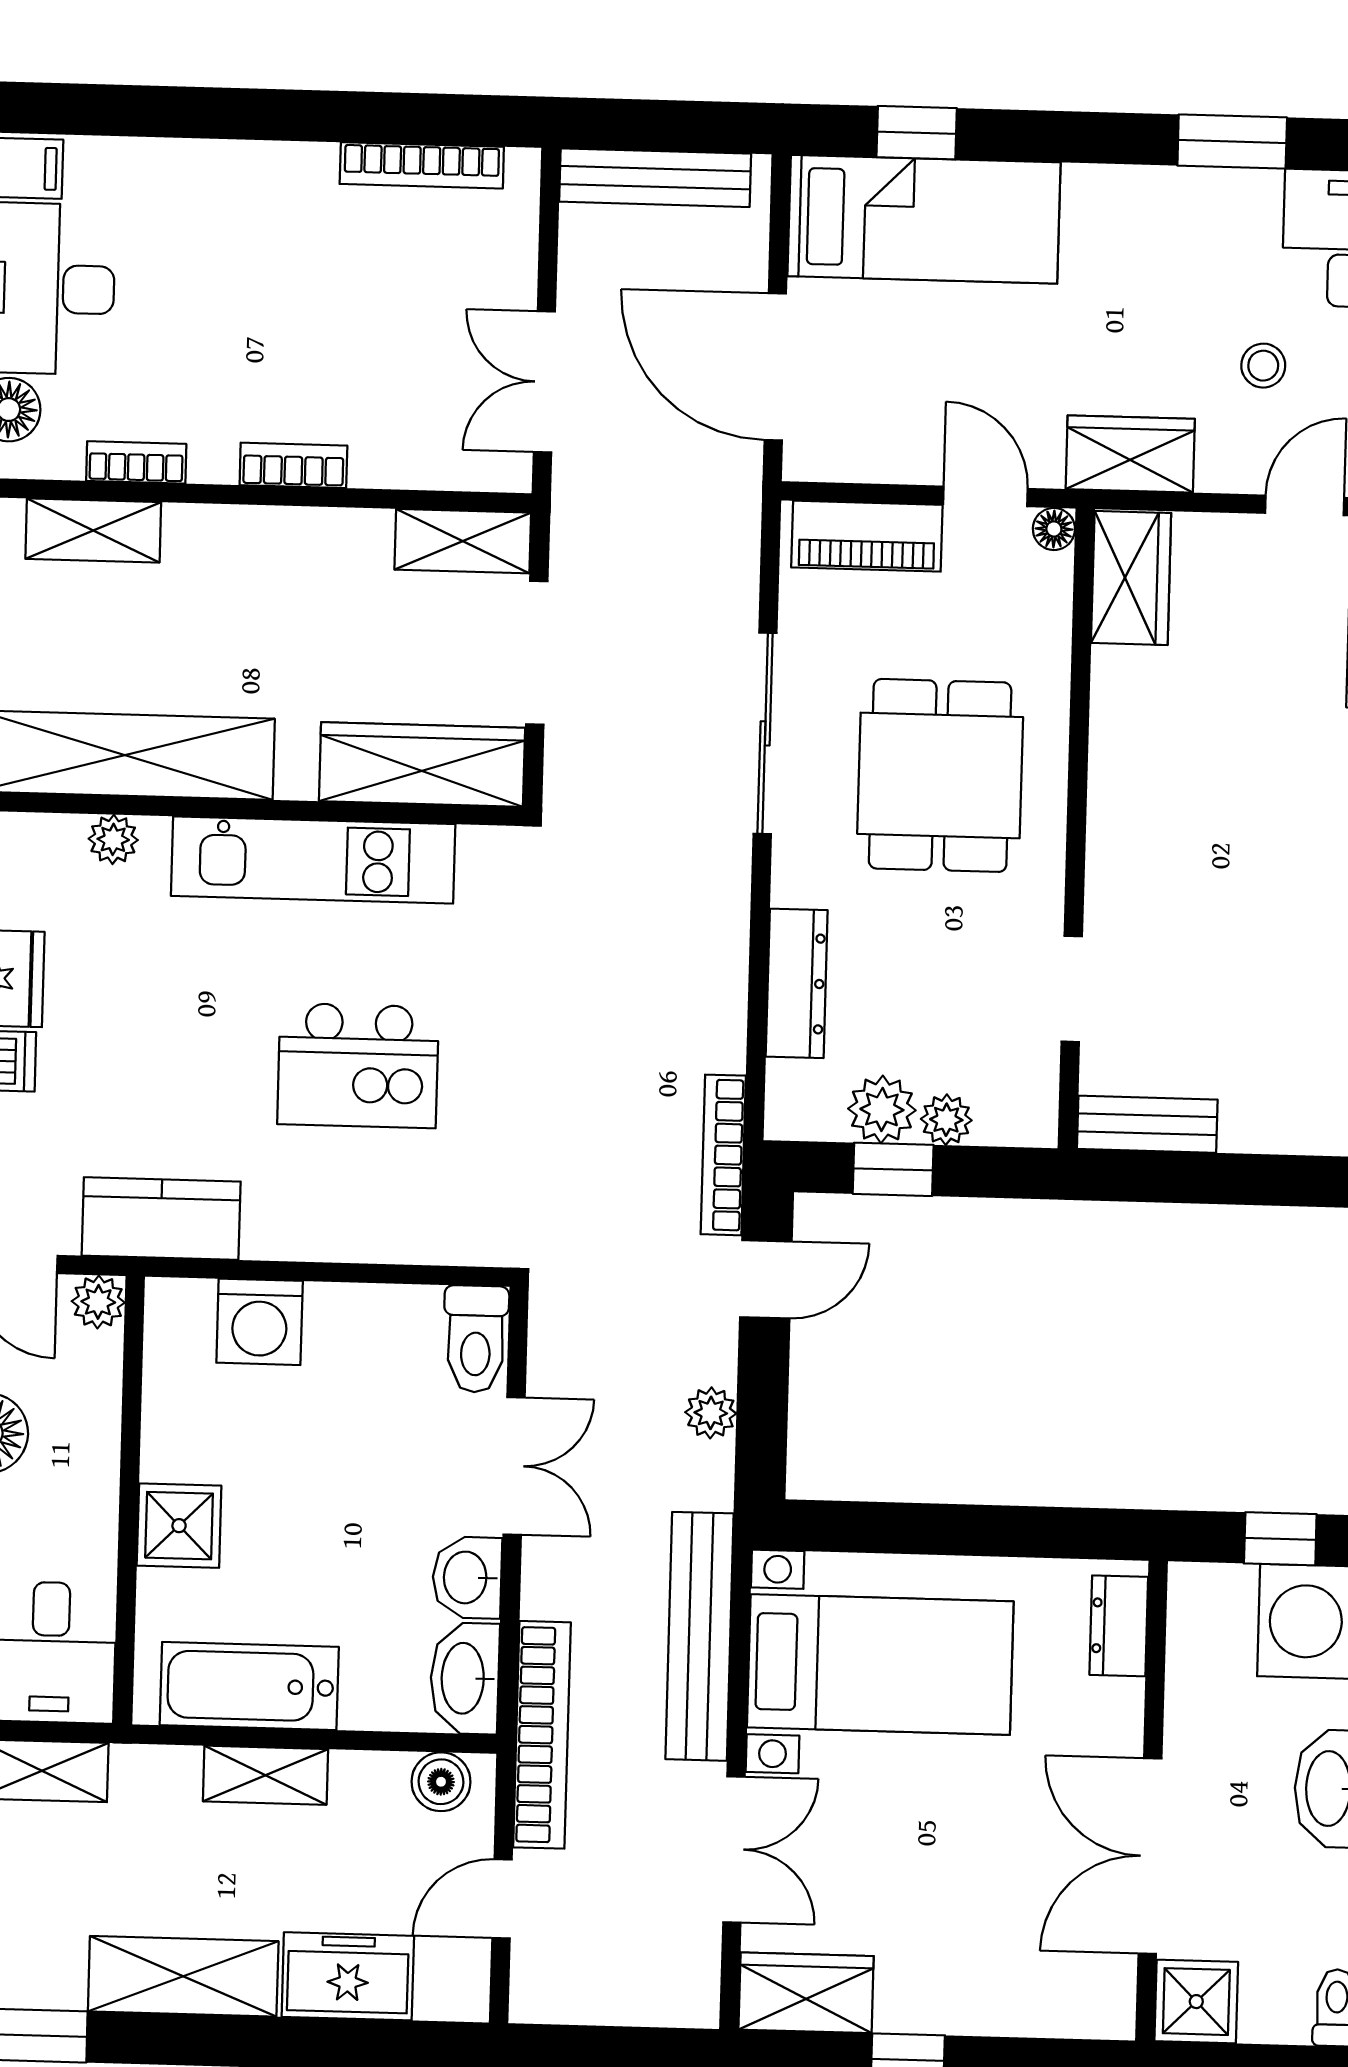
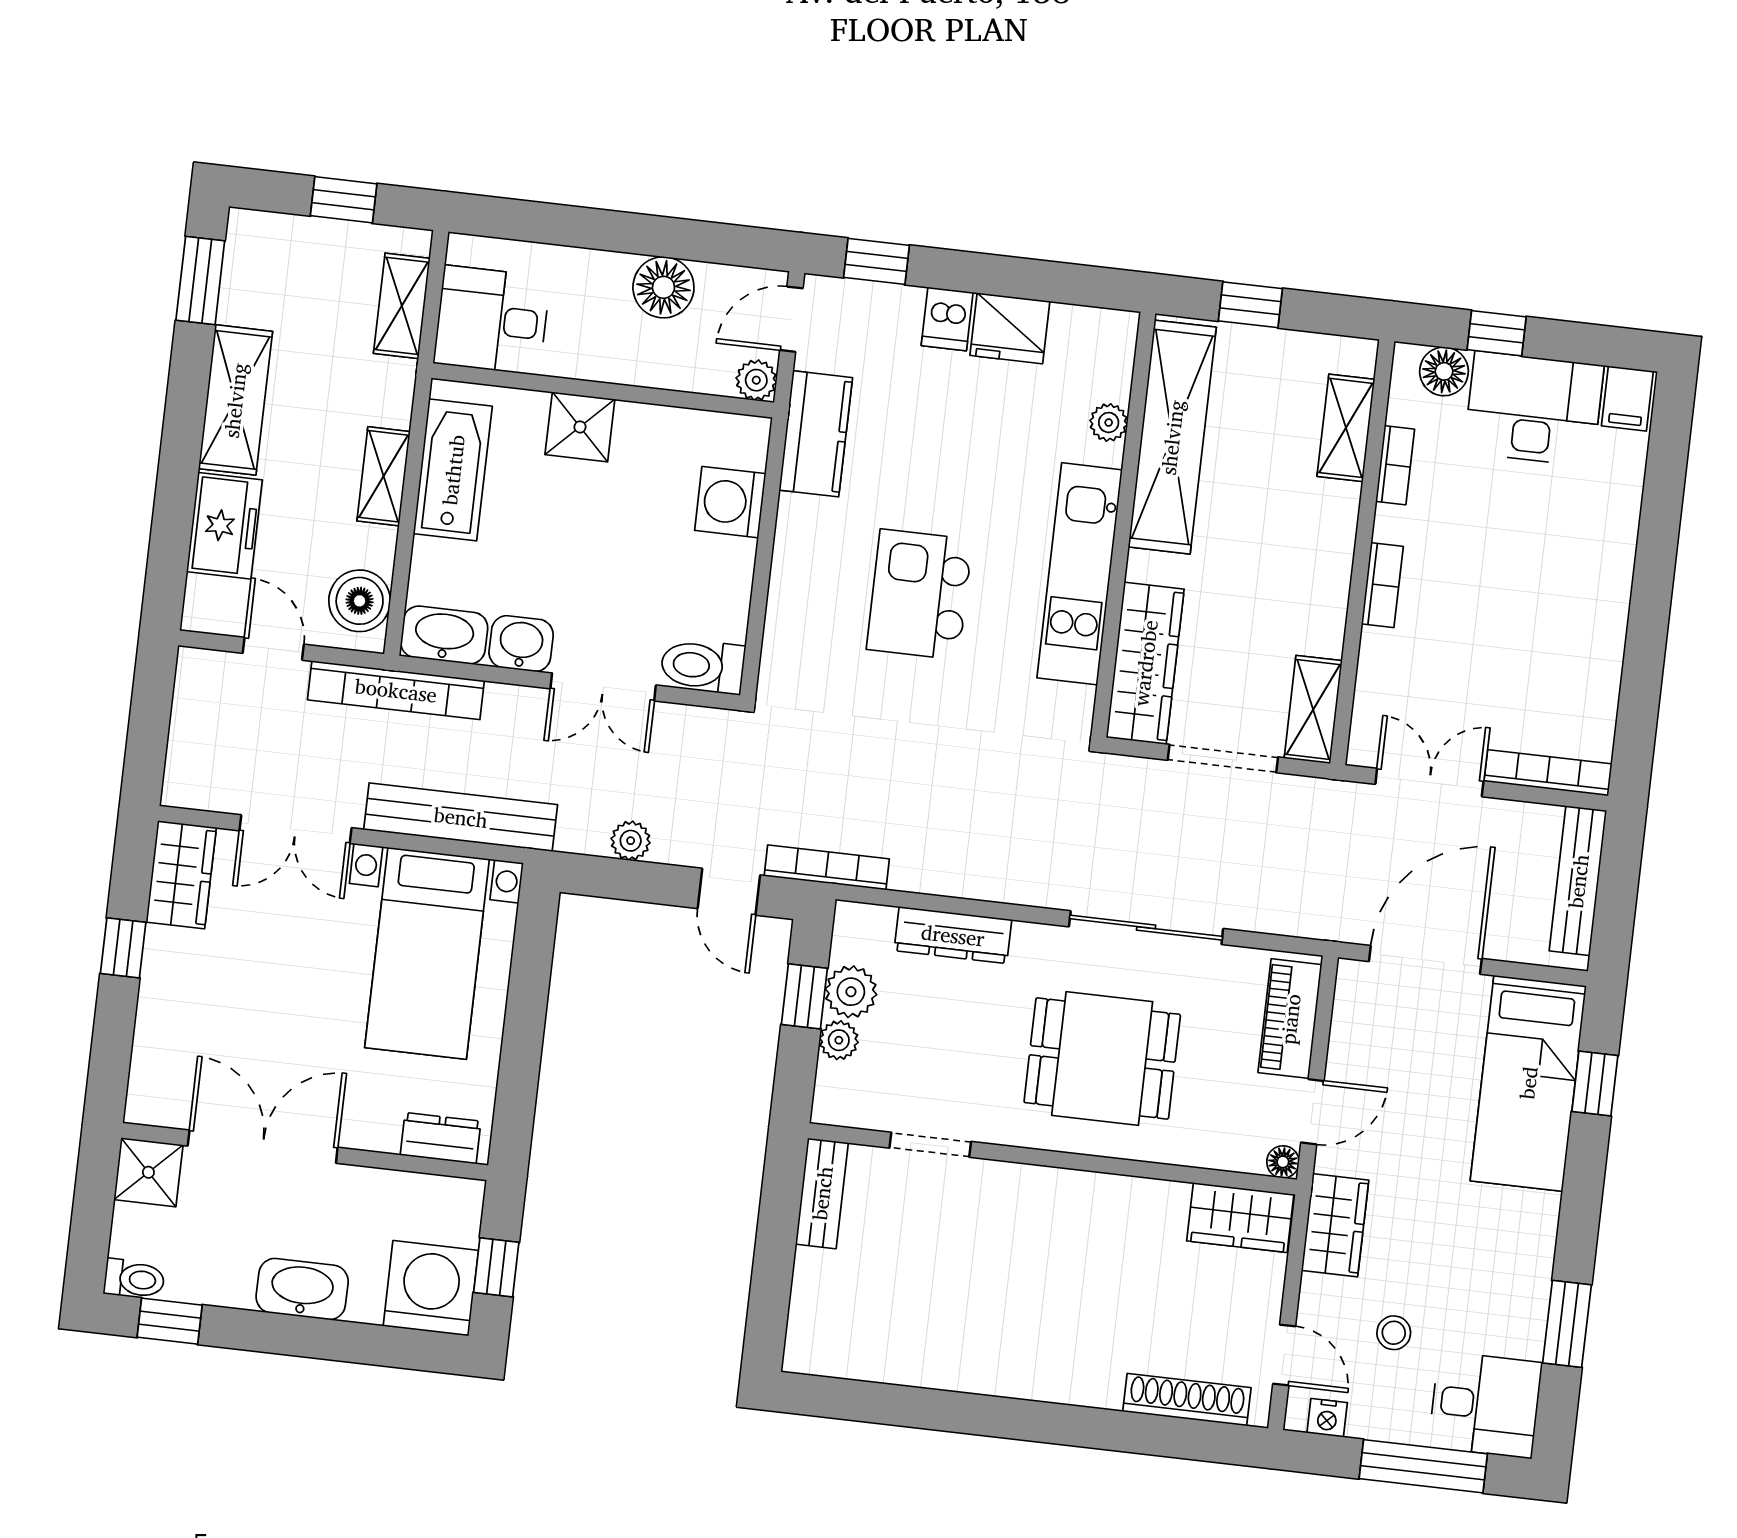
bookcase: (422, 165) -> (1548, 773), moved, turned 90
boiler: (441, 1782) -> (360, 601), width x1.36, depth x1.36

